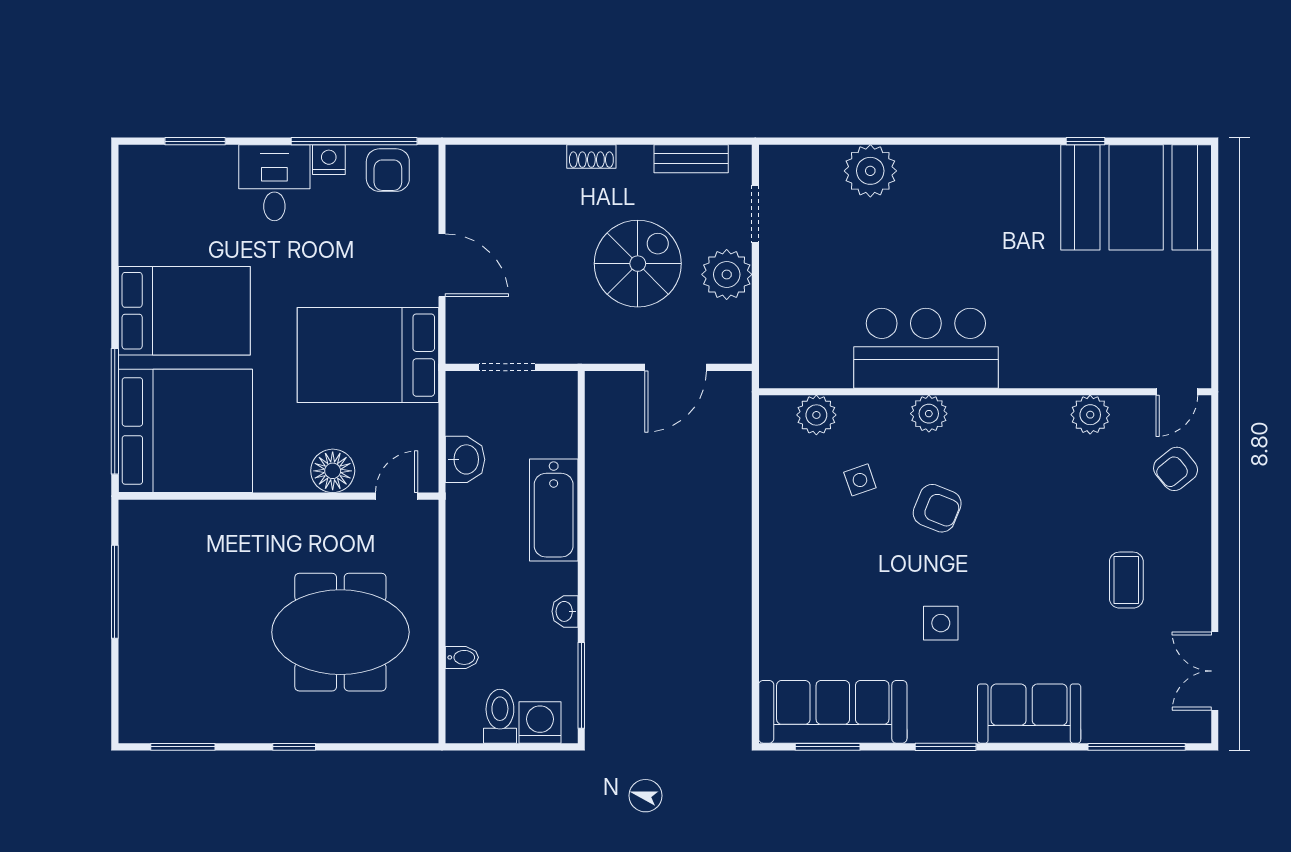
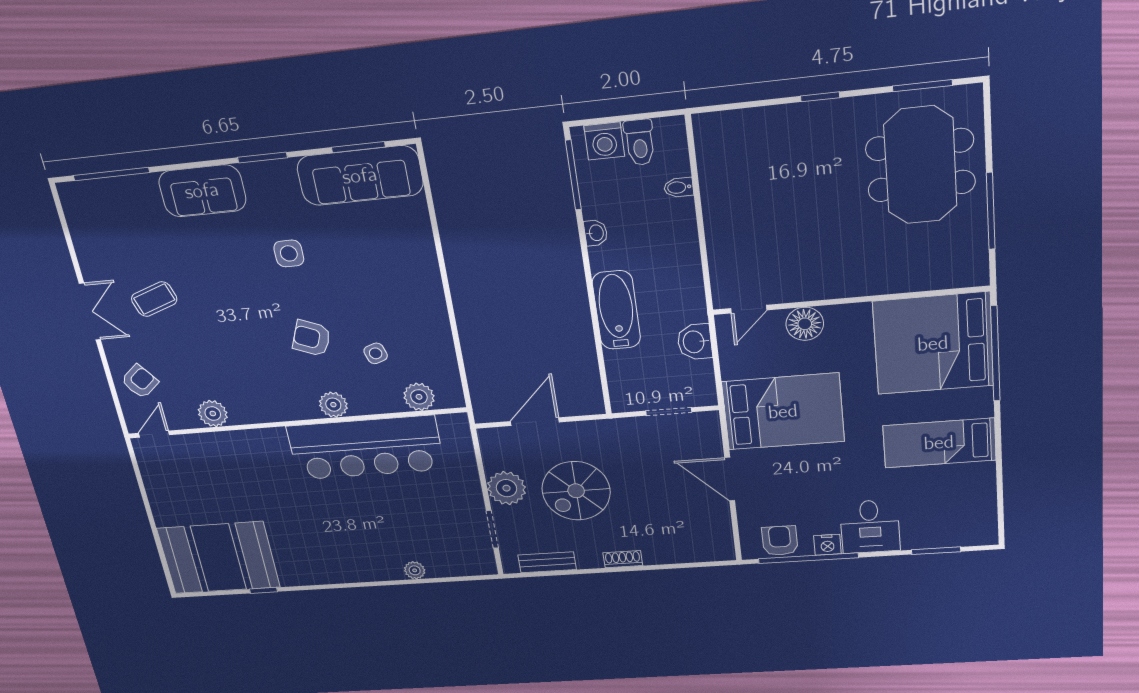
plant: (870, 171) -> (415, 570), width x0.53, depth x0.53
bed: (184, 311) -> (939, 443), width x0.67
bar counter: (926, 348) -> (365, 448), width x1.36
coffee table: (1126, 580) -> (154, 299), turned 71
meeting table: (340, 632) -> (920, 165), moved, turned 90
double door: (1215, 671) -> (90, 312), moved

